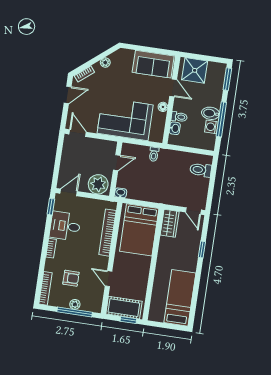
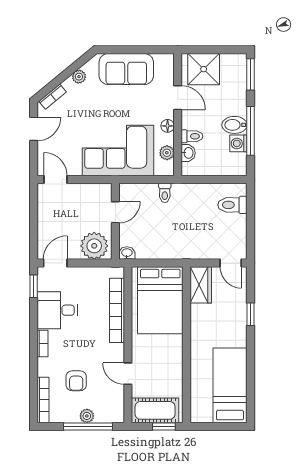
sofa: (153, 64) -> (126, 69), moved
plant: (160, 126) -> (167, 153), added
armchair: (71, 278) -> (76, 381), turned 90

